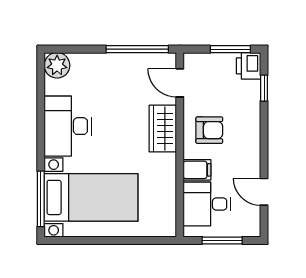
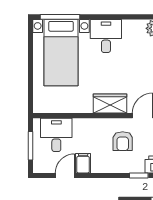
desk: (68, 126) -> (106, 36), width x0.73
armchair: (209, 130) -> (123, 141), moved
filing cabinet: (197, 170) -> (83, 163), moved, turned 180

